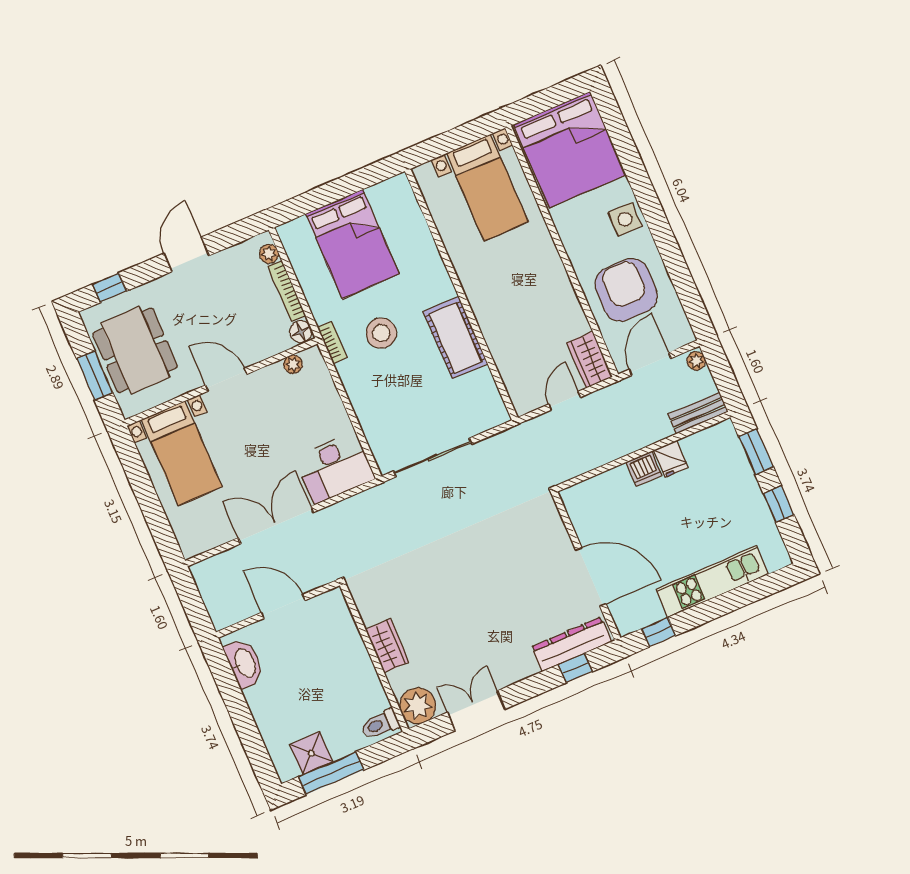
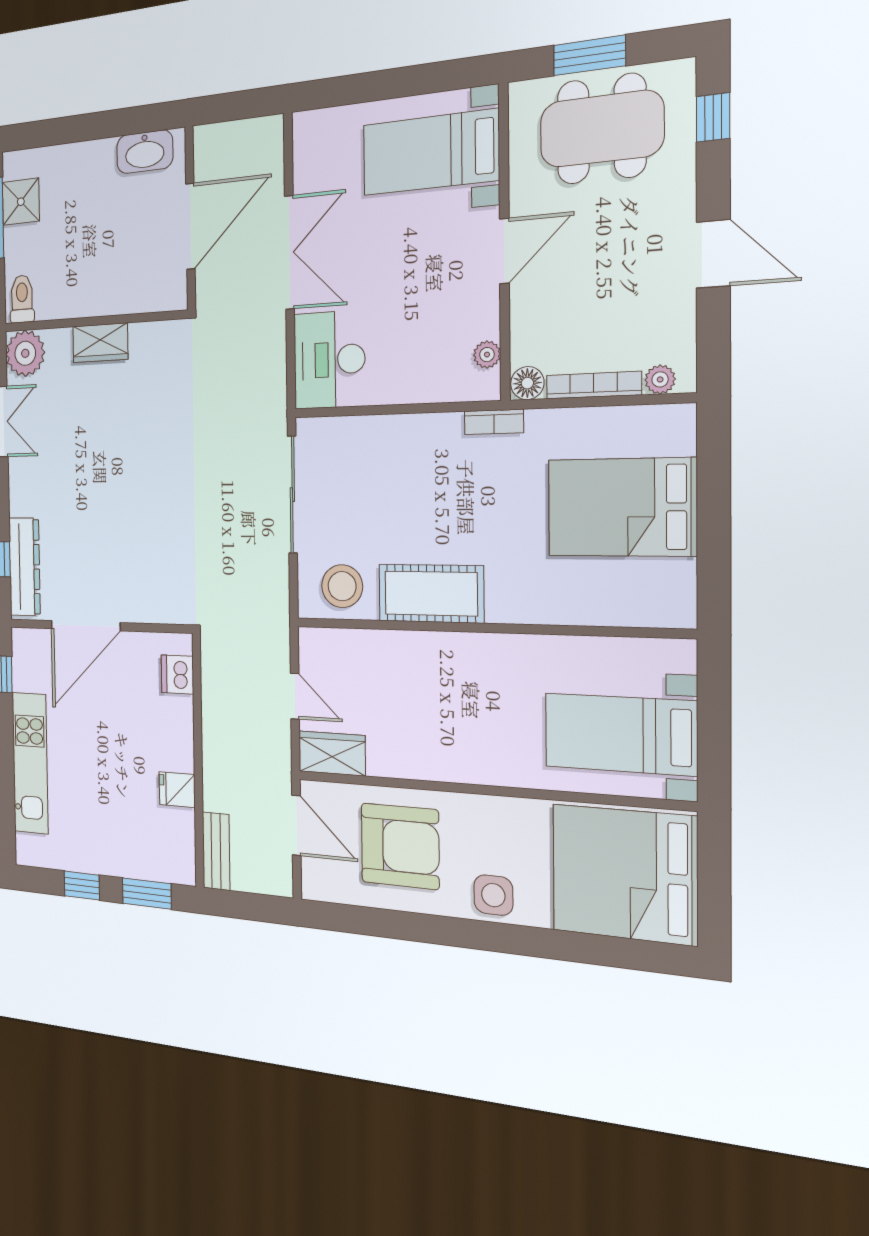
stool: (381, 333) -> (342, 586), moved
plant: (696, 361) -> (277, 884), removed
dishwasher: (644, 469) -> (177, 674), moved
door: (283, 607) -> (190, 226), width x1.36

